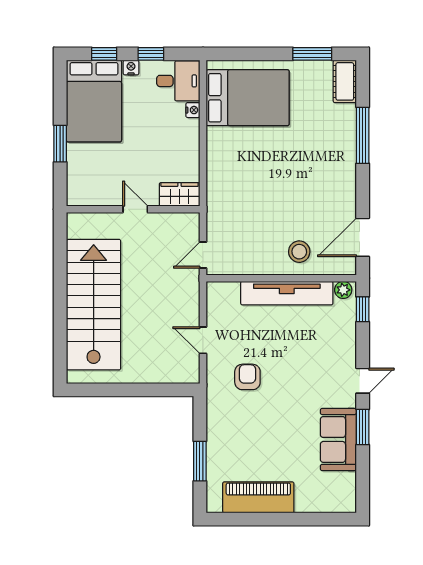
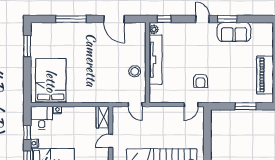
cot: (345, 81) -> (42, 29), removed
door: (363, 237) -> (114, 19), moved
stool: (299, 252) -> (135, 71), moved
door: (203, 340) -> (191, 105), moved
armchair: (247, 377) -> (200, 81), turned -90

